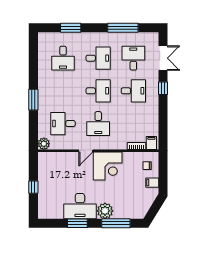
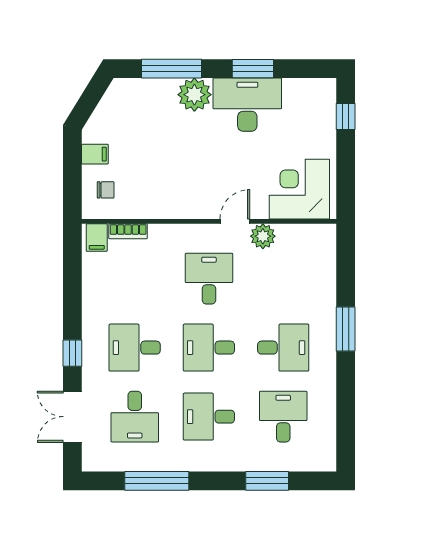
desk: (63, 124) -> (283, 348), moved
plant: (44, 144) -> (263, 236), moved
corner desk: (108, 166) -> (299, 189), moved
window: (33, 187) -> (346, 117), moved

